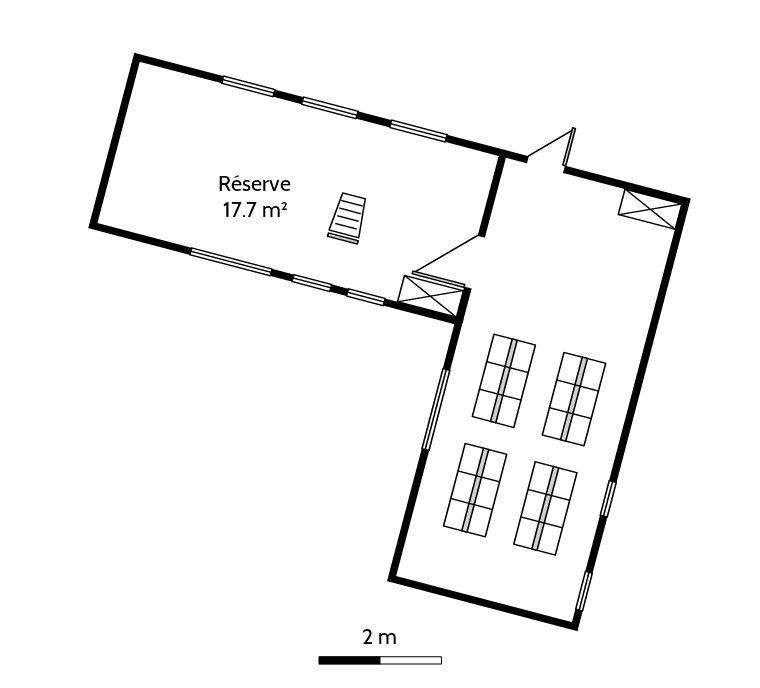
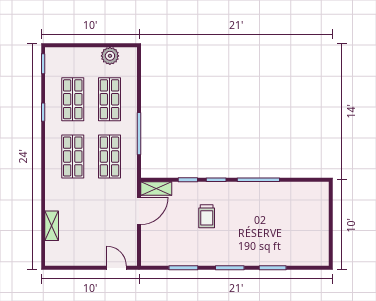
door: (546, 165) -> (117, 268), swing flipped
shelving: (650, 209) -> (52, 226), moved, turned 90
plant: (452, 573) -> (110, 56), added

